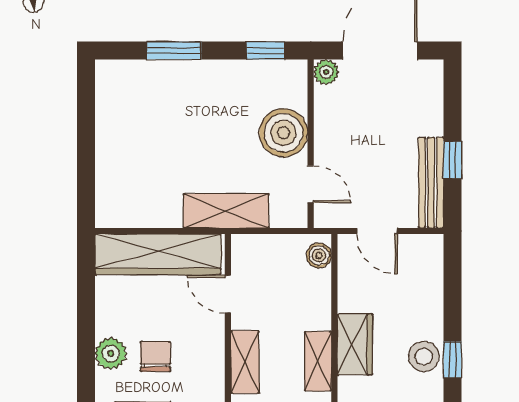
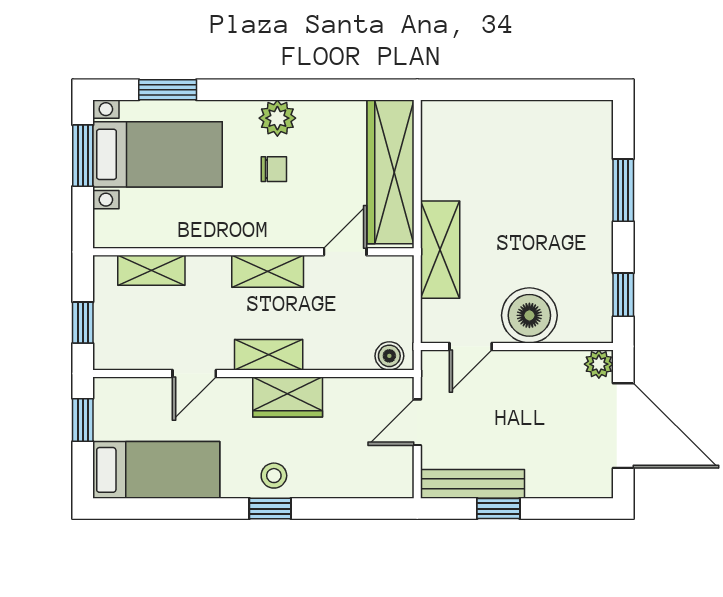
chair: (155, 356) -> (274, 169), width x0.73, depth x0.73
stool: (424, 356) -> (274, 476), width x0.73, depth x0.73

